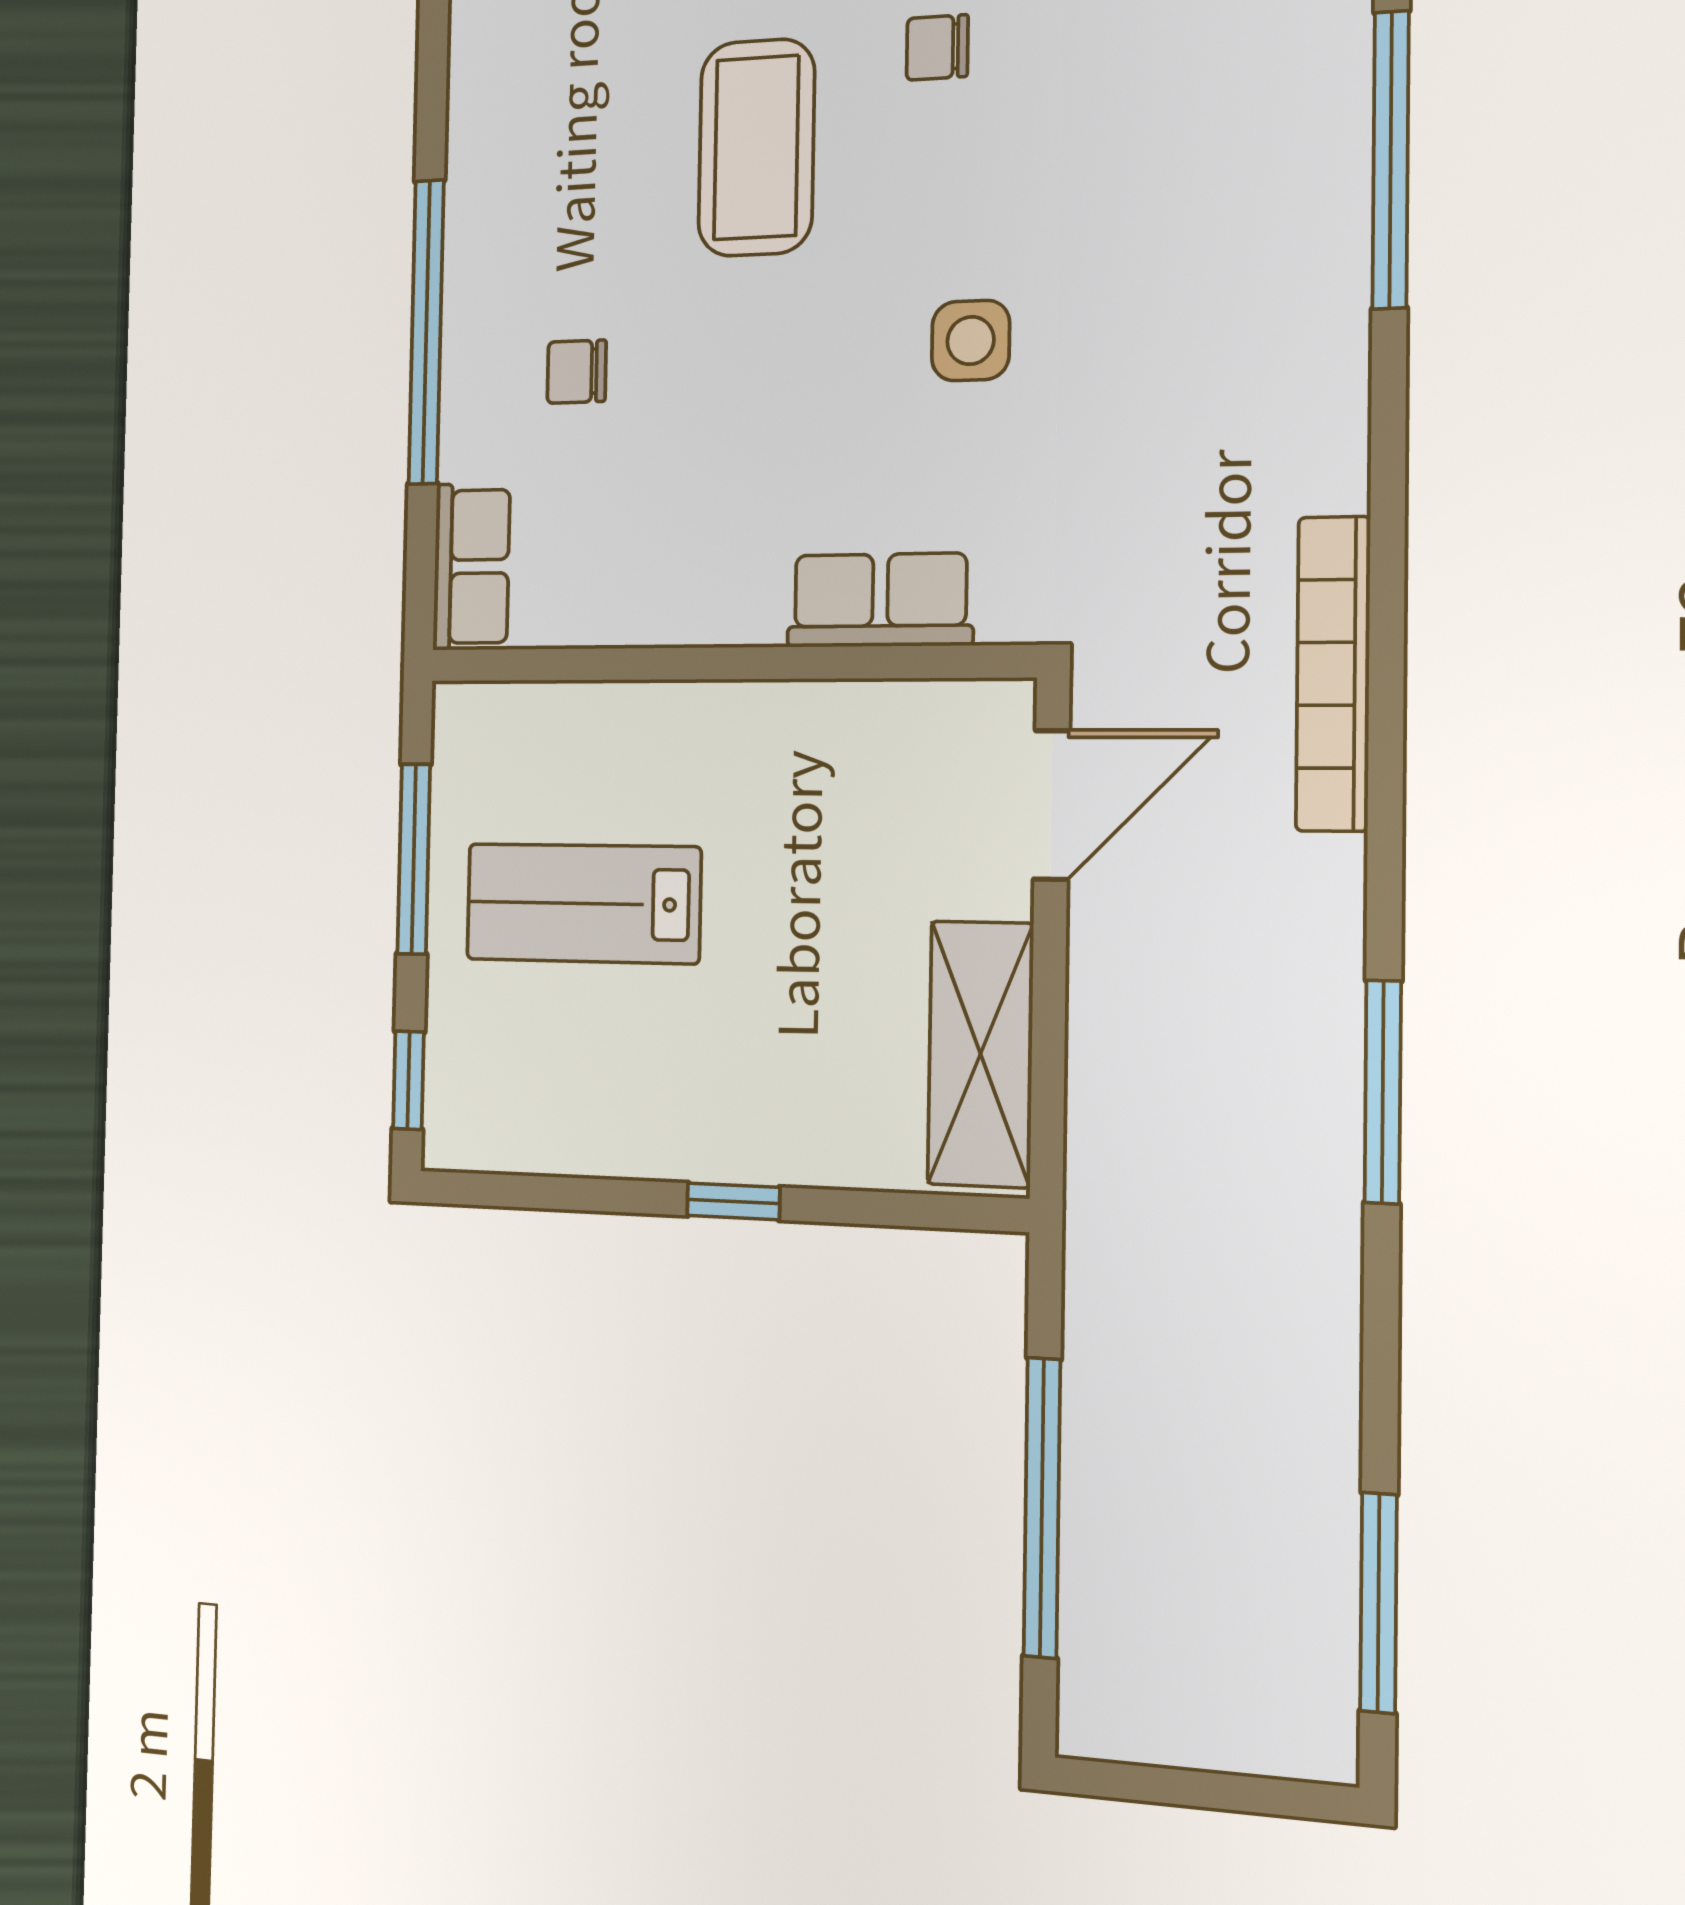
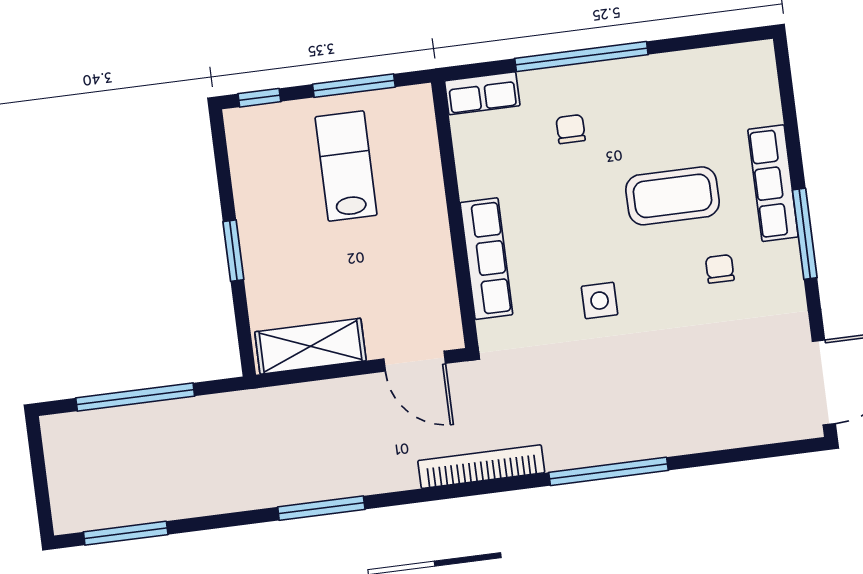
window: (1391, 160) -> (608, 471), moved
row of seats: (880, 600) -> (486, 259), width x1.48
window: (733, 1201) -> (233, 251), width x1.50

